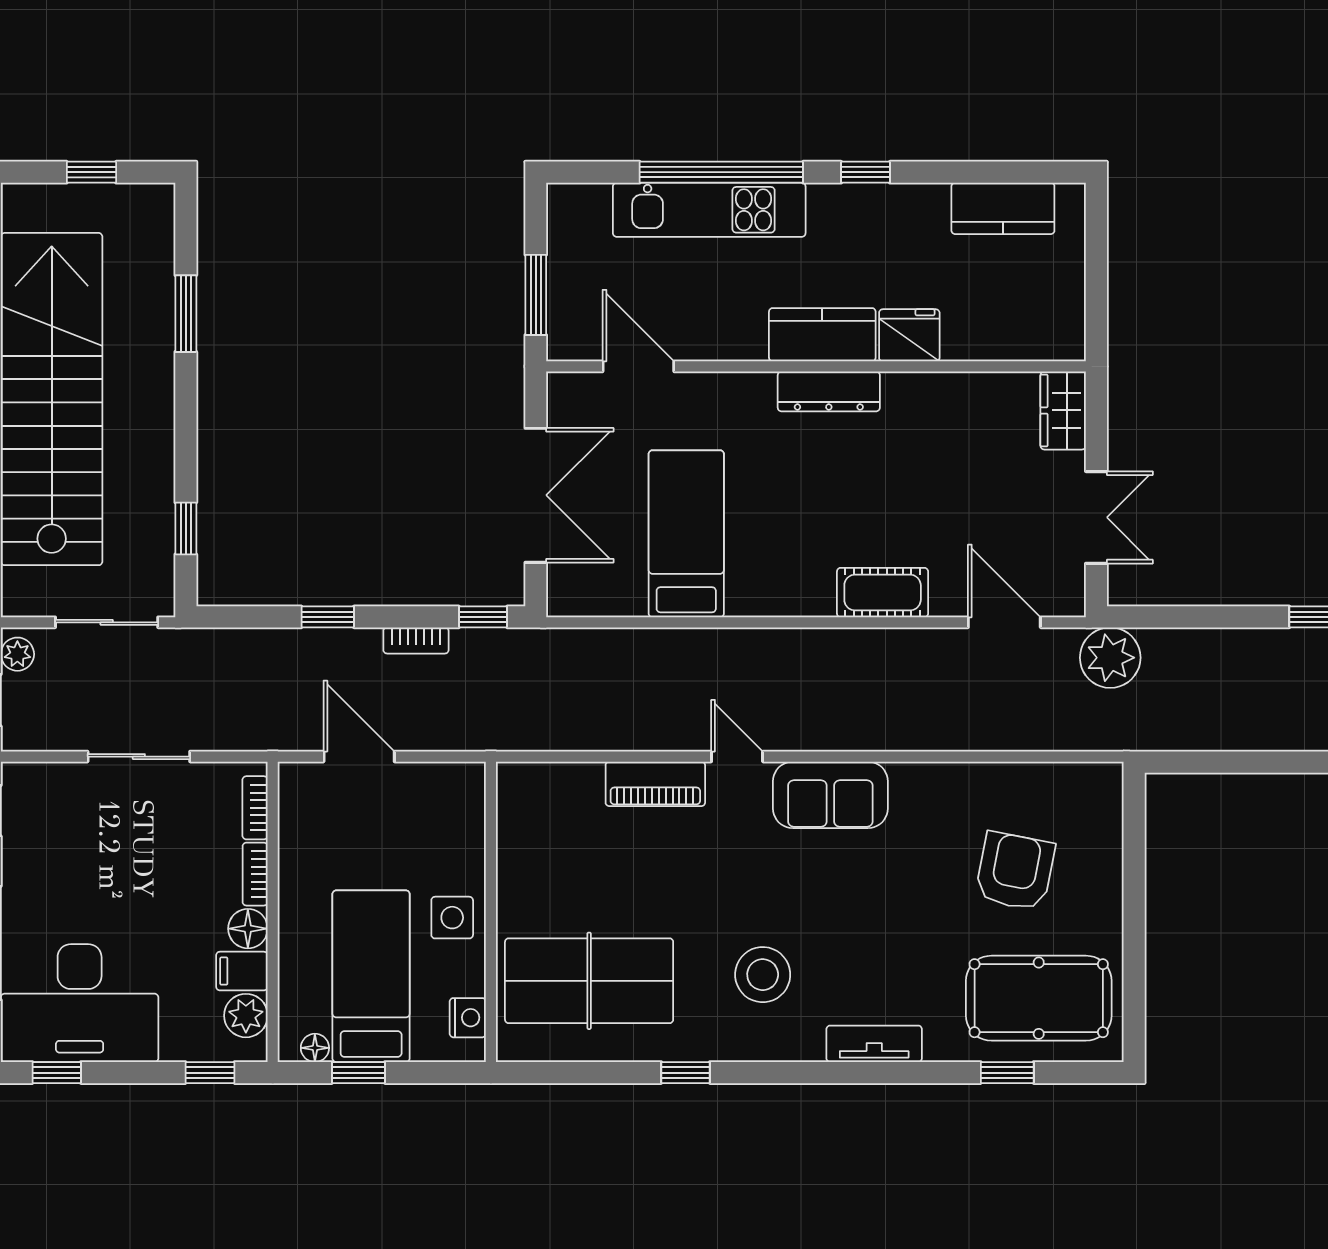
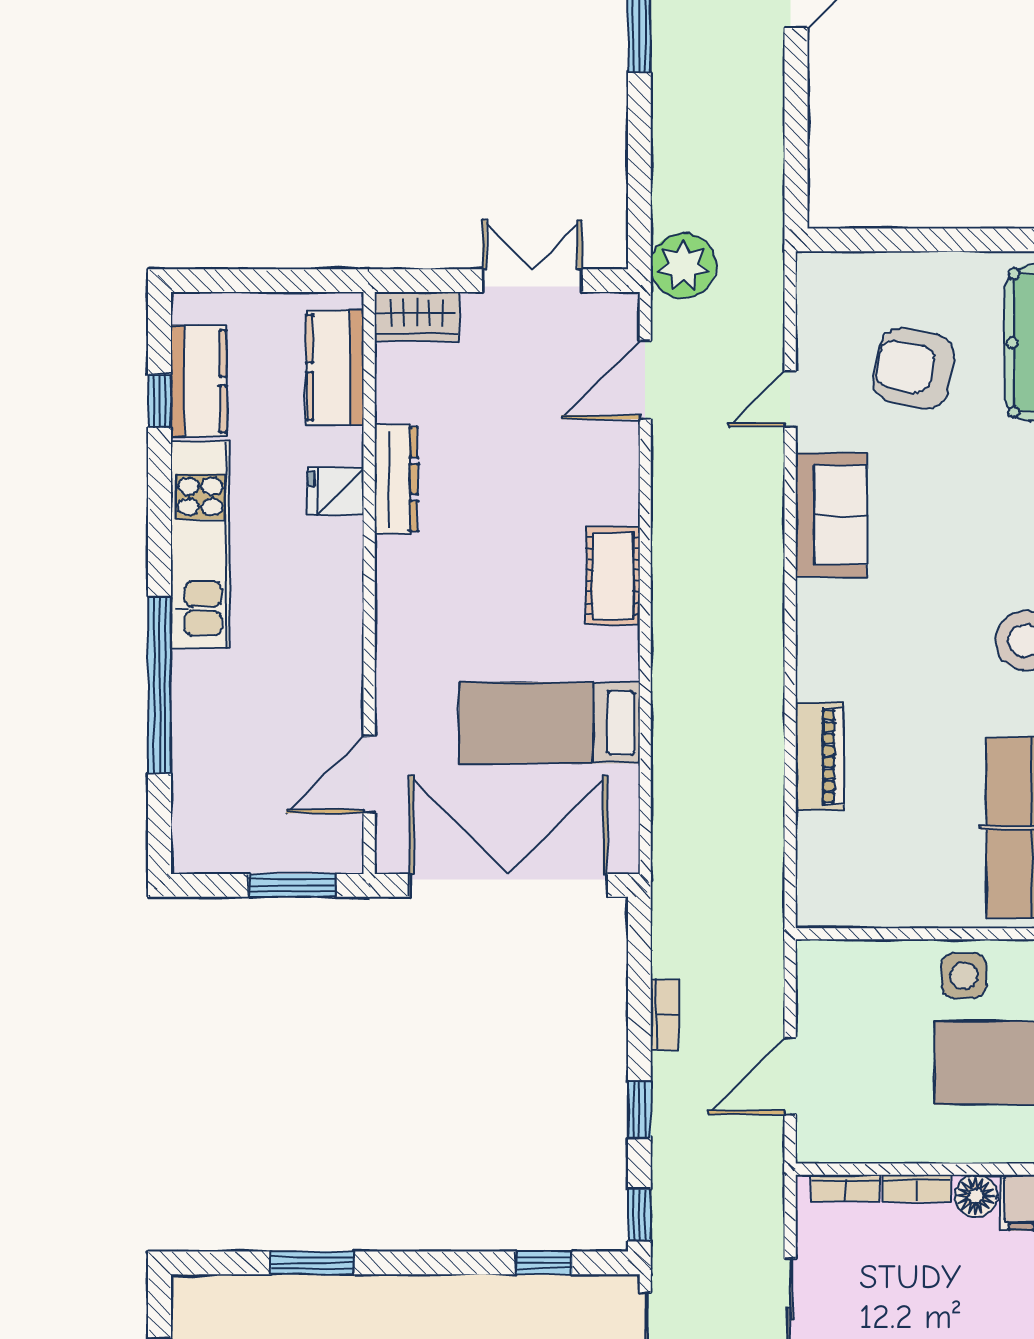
window: (866, 172) -> (160, 401), moved
kitchen unit: (709, 210) -> (200, 544), moved
kitchen counter: (822, 335) -> (335, 368), moved
fridge: (909, 335) -> (336, 491), width x0.72
dresser: (829, 391) -> (396, 479), moved
double door: (536, 495) -> (508, 885), width x1.36
cot: (883, 593) -> (613, 576), moved
window: (483, 617) -> (639, 1215), moved
door: (737, 757) -> (790, 399), moved
sofa: (830, 795) -> (831, 515), moved

